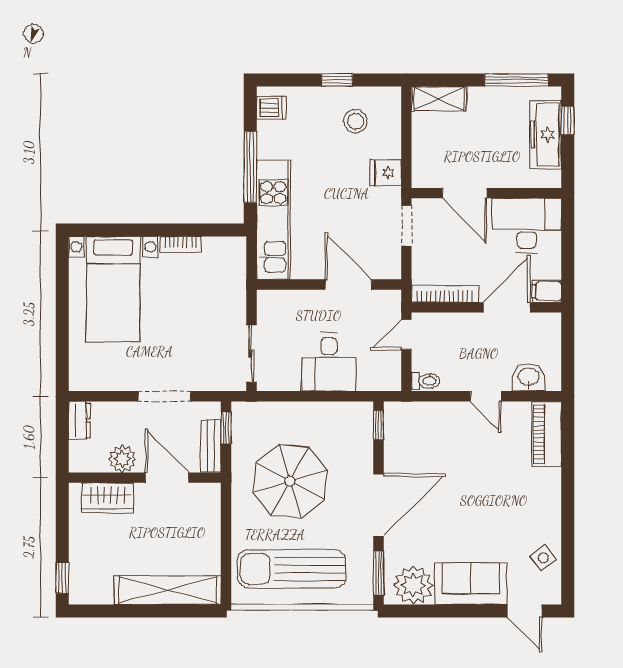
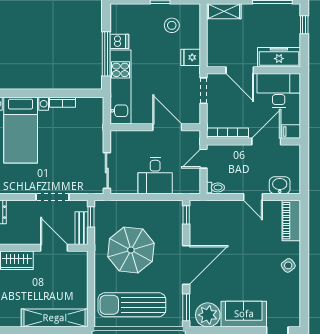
dishwasher: (271, 108) -> (119, 41), moved
freezer: (546, 134) -> (279, 57), moved, turned 90
plant: (122, 459) -> (26, 236), removed
side table: (543, 558) -> (288, 265), moved

